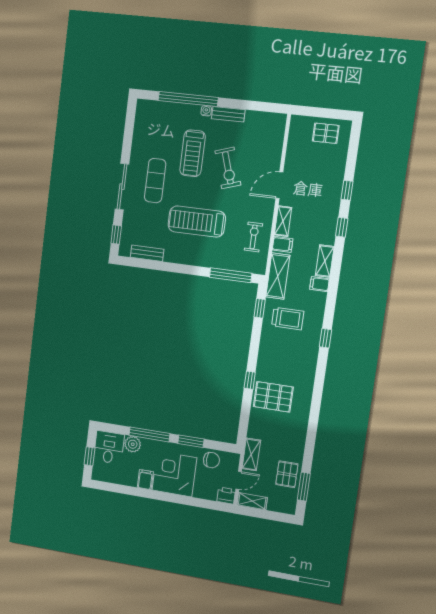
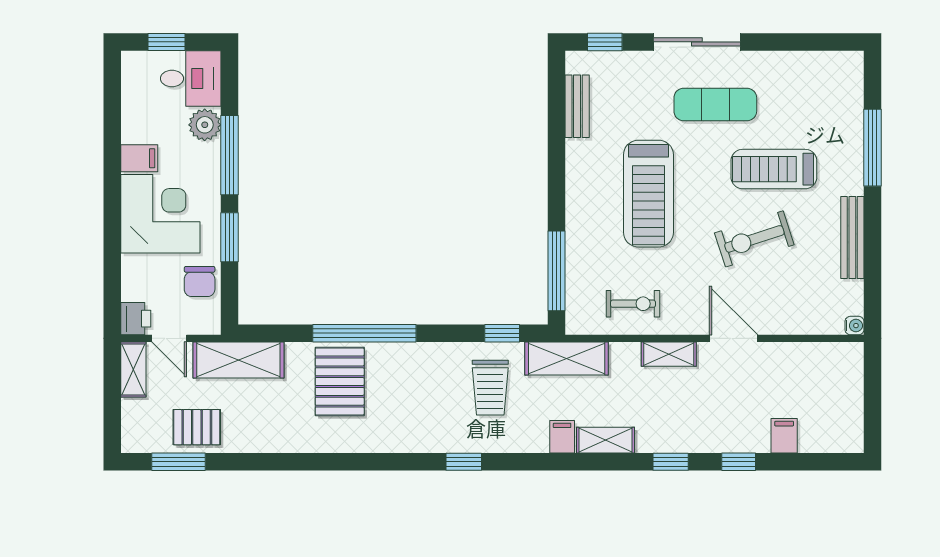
window: (188, 99) -> (873, 148), width x0.68
water cooler: (206, 111) -> (854, 326), moved
bench: (228, 114) -> (852, 237), width x1.36
pallet: (326, 133) -> (836, 409), removed
treadmill: (197, 222) -> (648, 194), turned 180
filing cabinet: (283, 244) -> (784, 436), moved, turned 180
window: (250, 380) -> (364, 333), width x3.17
shelving: (251, 454) -> (238, 360), width x1.50, depth x1.33

